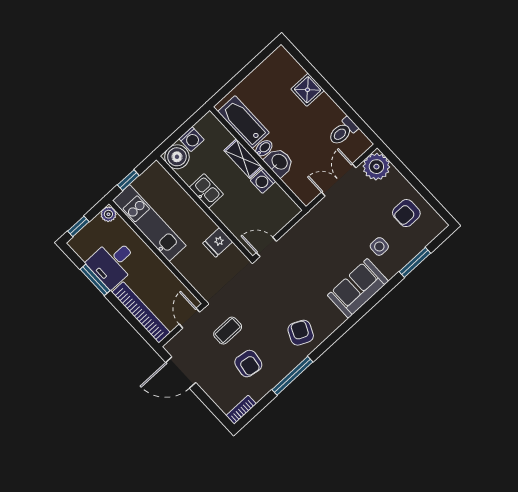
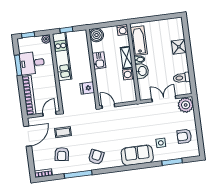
washing machine: (192, 139) -> (123, 30), moved
door: (181, 372) -> (28, 136), swing flipped

